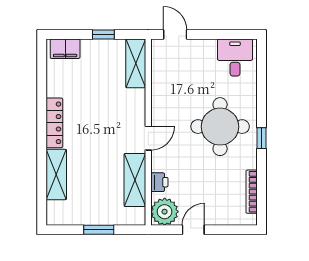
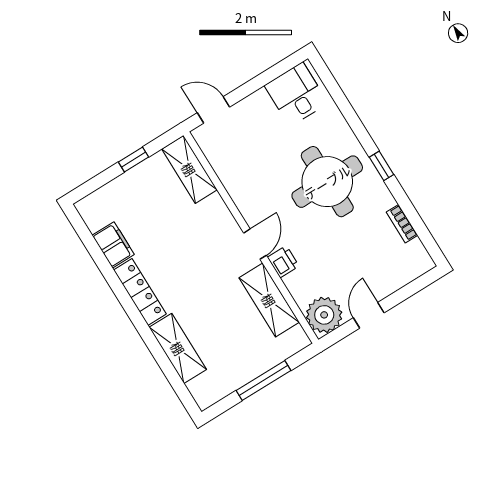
filing cabinet: (65, 49) -> (113, 245), moved, turned -90
printer: (159, 182) -> (283, 262), moved
bookcase: (252, 192) -> (402, 224), width x0.64
window: (99, 230) -> (263, 380), width x1.44

